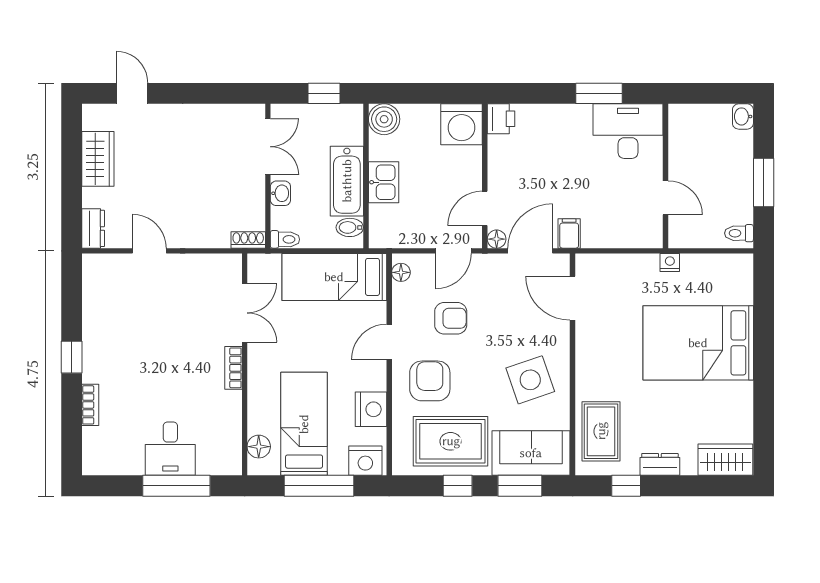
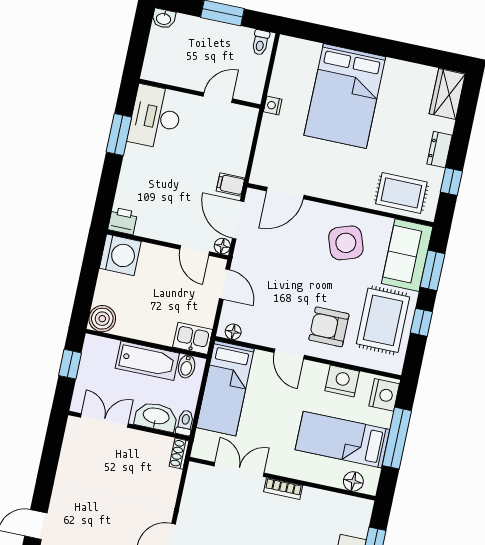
kitchen sink: (384, 182) -> (193, 338), moved
washbasin: (280, 193) -> (156, 417), width x1.91, depth x1.45
armchair: (451, 318) -> (280, 298), removed

